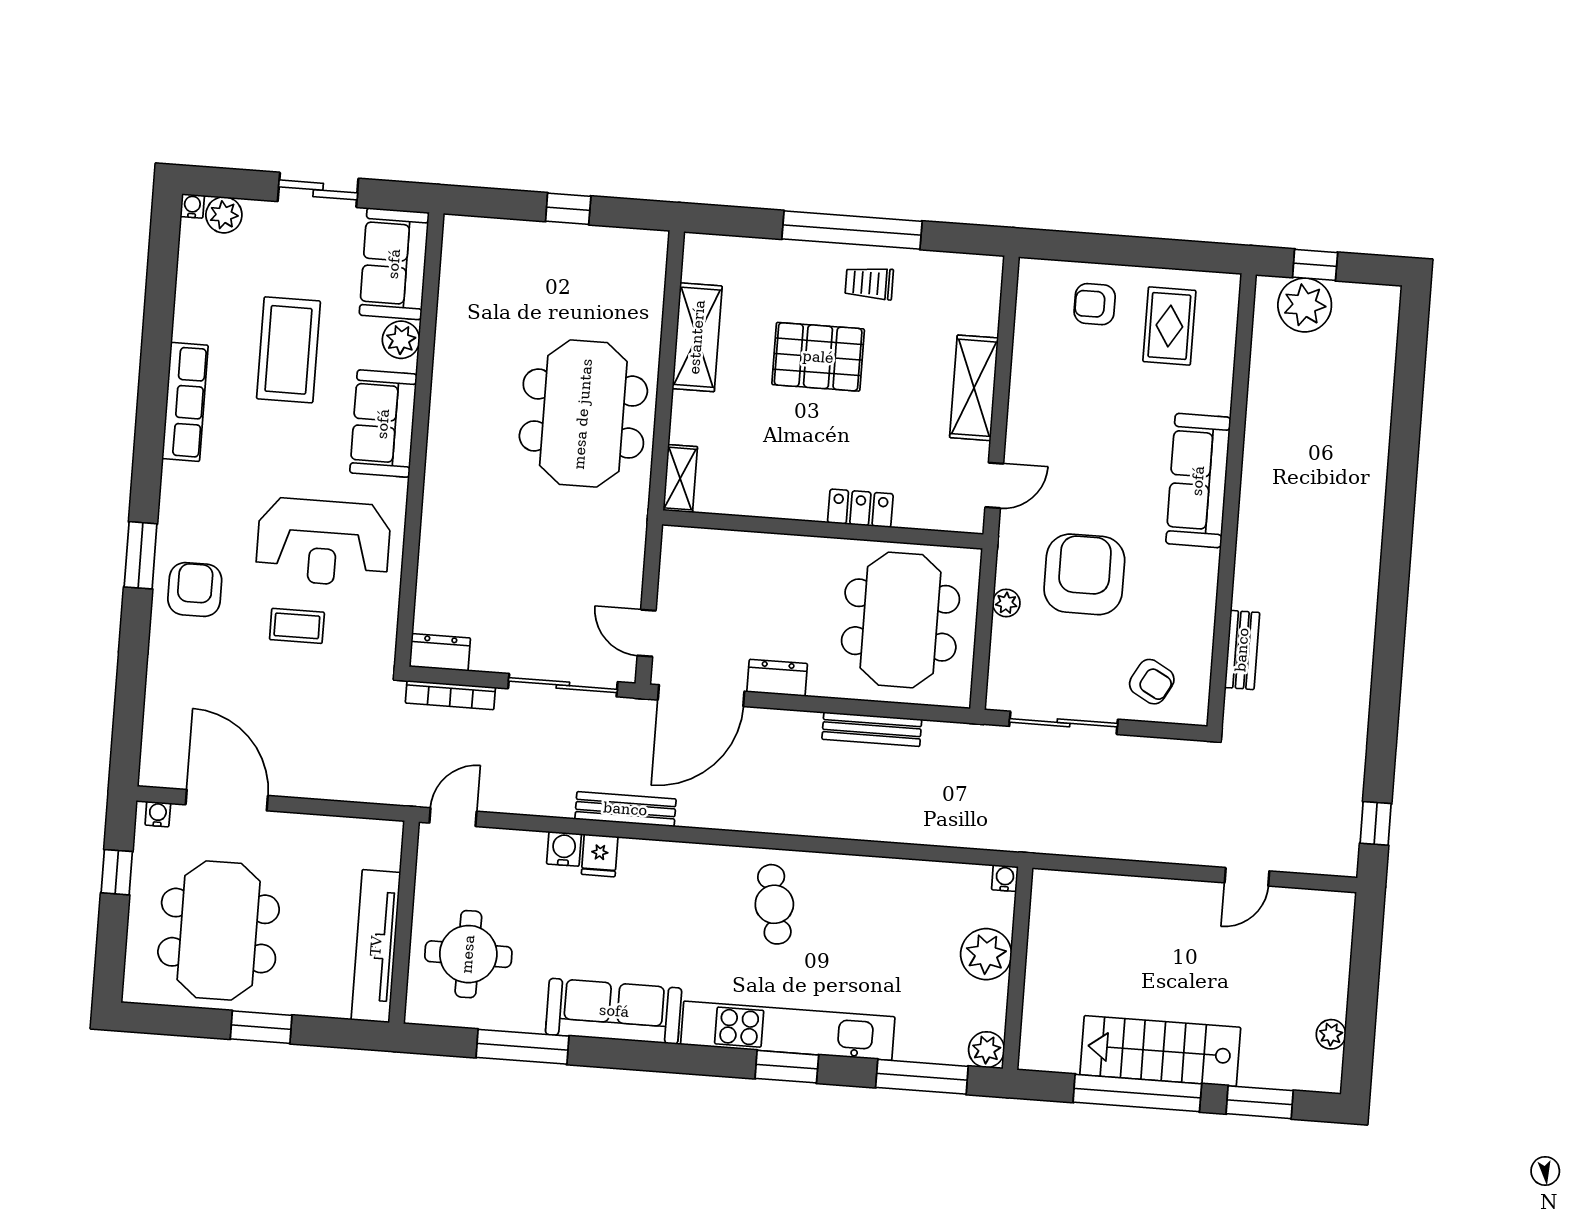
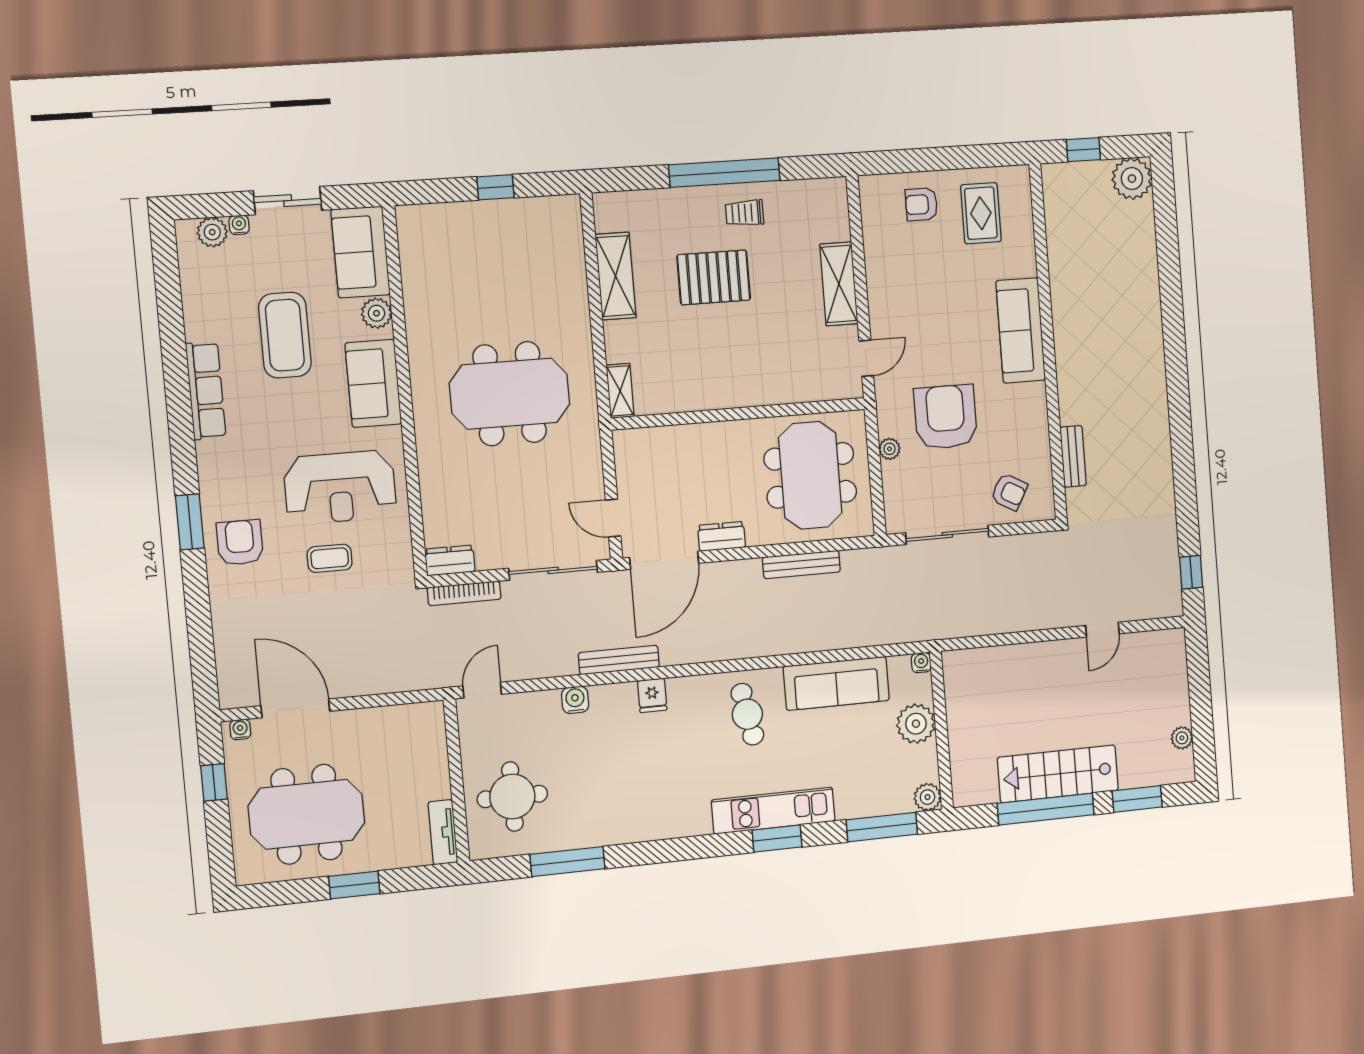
water cooler: (192, 206) -> (239, 225), moved
plant: (1305, 305) -> (1132, 179), moved
meeting table: (583, 414) -> (510, 394), moved, turned 90
locker: (860, 508) -> (765, 392), removed
fridge: (600, 855) -> (652, 695), moved
meeting table: (219, 931) -> (306, 814), turned 90
tv unit: (376, 946) -> (443, 832), width x0.52, depth x0.78
sofa: (614, 1011) -> (836, 683), moved, turned 180
kitchen unit: (788, 1031) -> (773, 811), width x0.73

